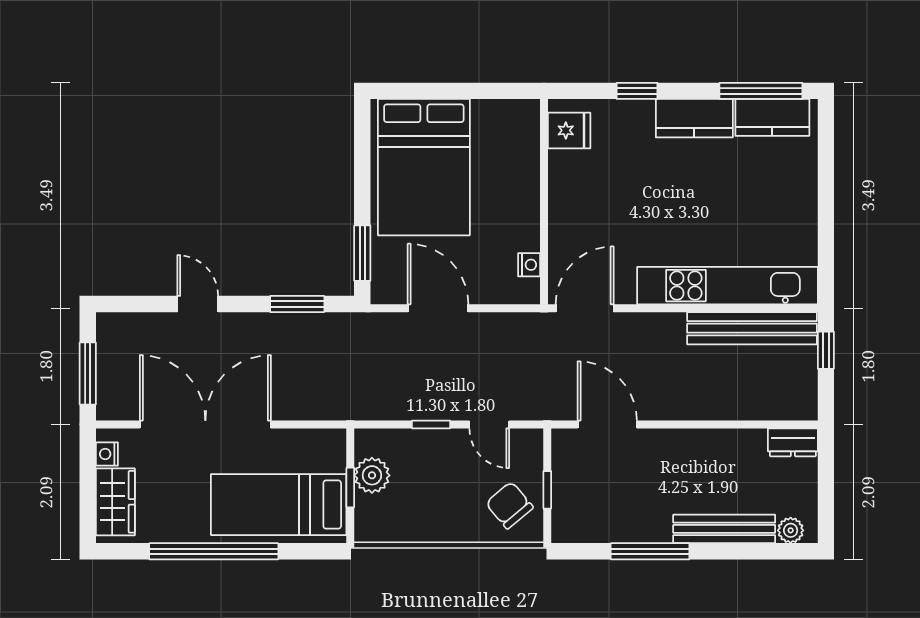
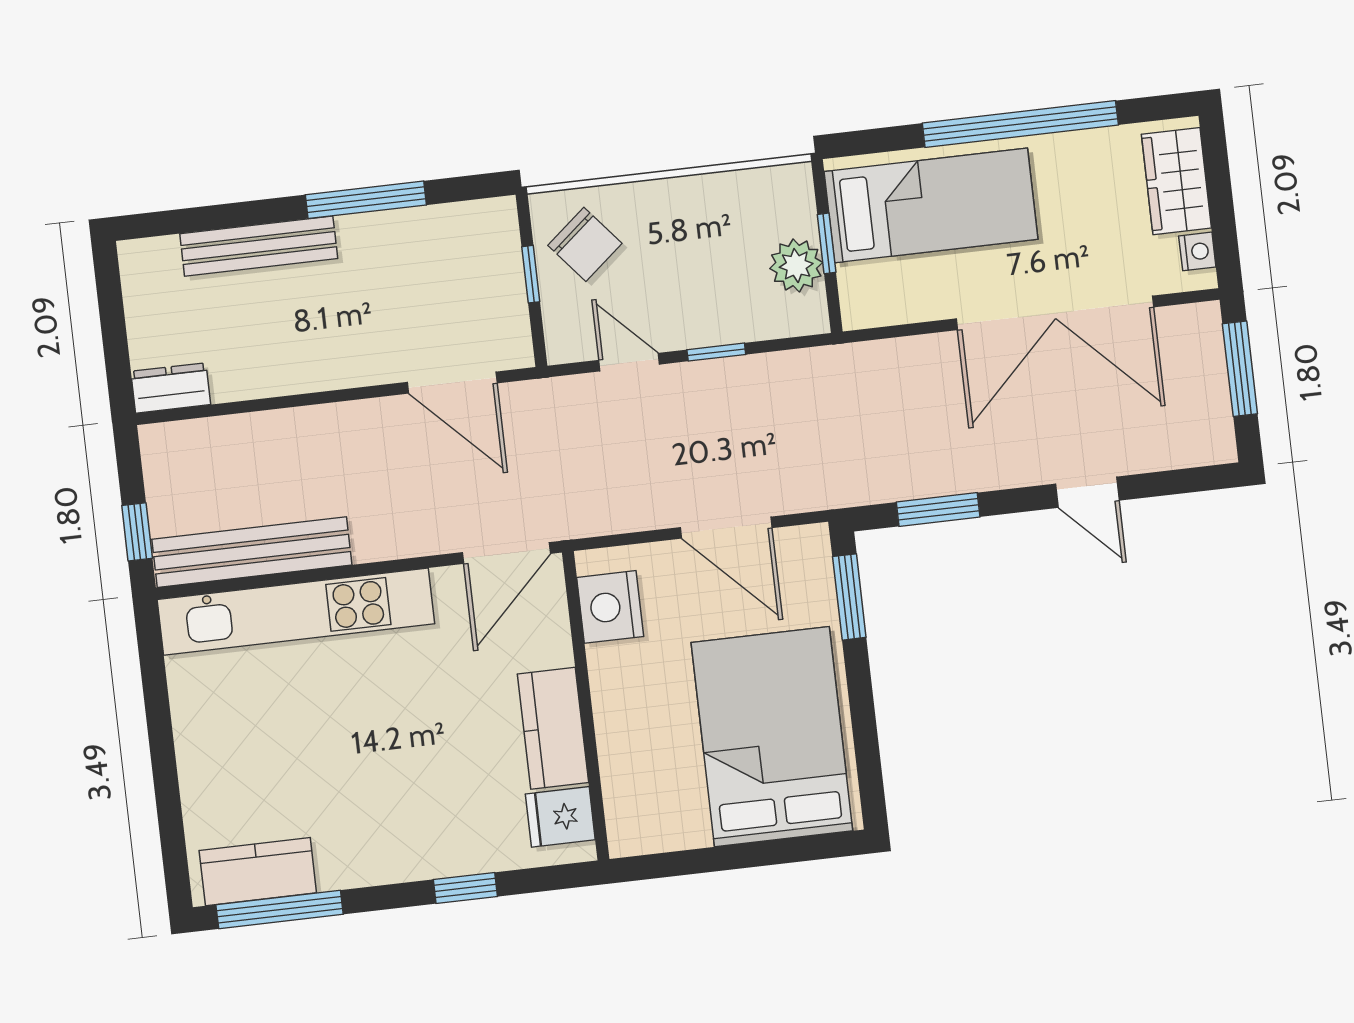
kitchen counter: (694, 118) -> (553, 728), moved, turned -90
nightstand: (529, 265) -> (610, 607), width x1.89, depth x1.79
plant: (791, 530) -> (159, 256), removed

